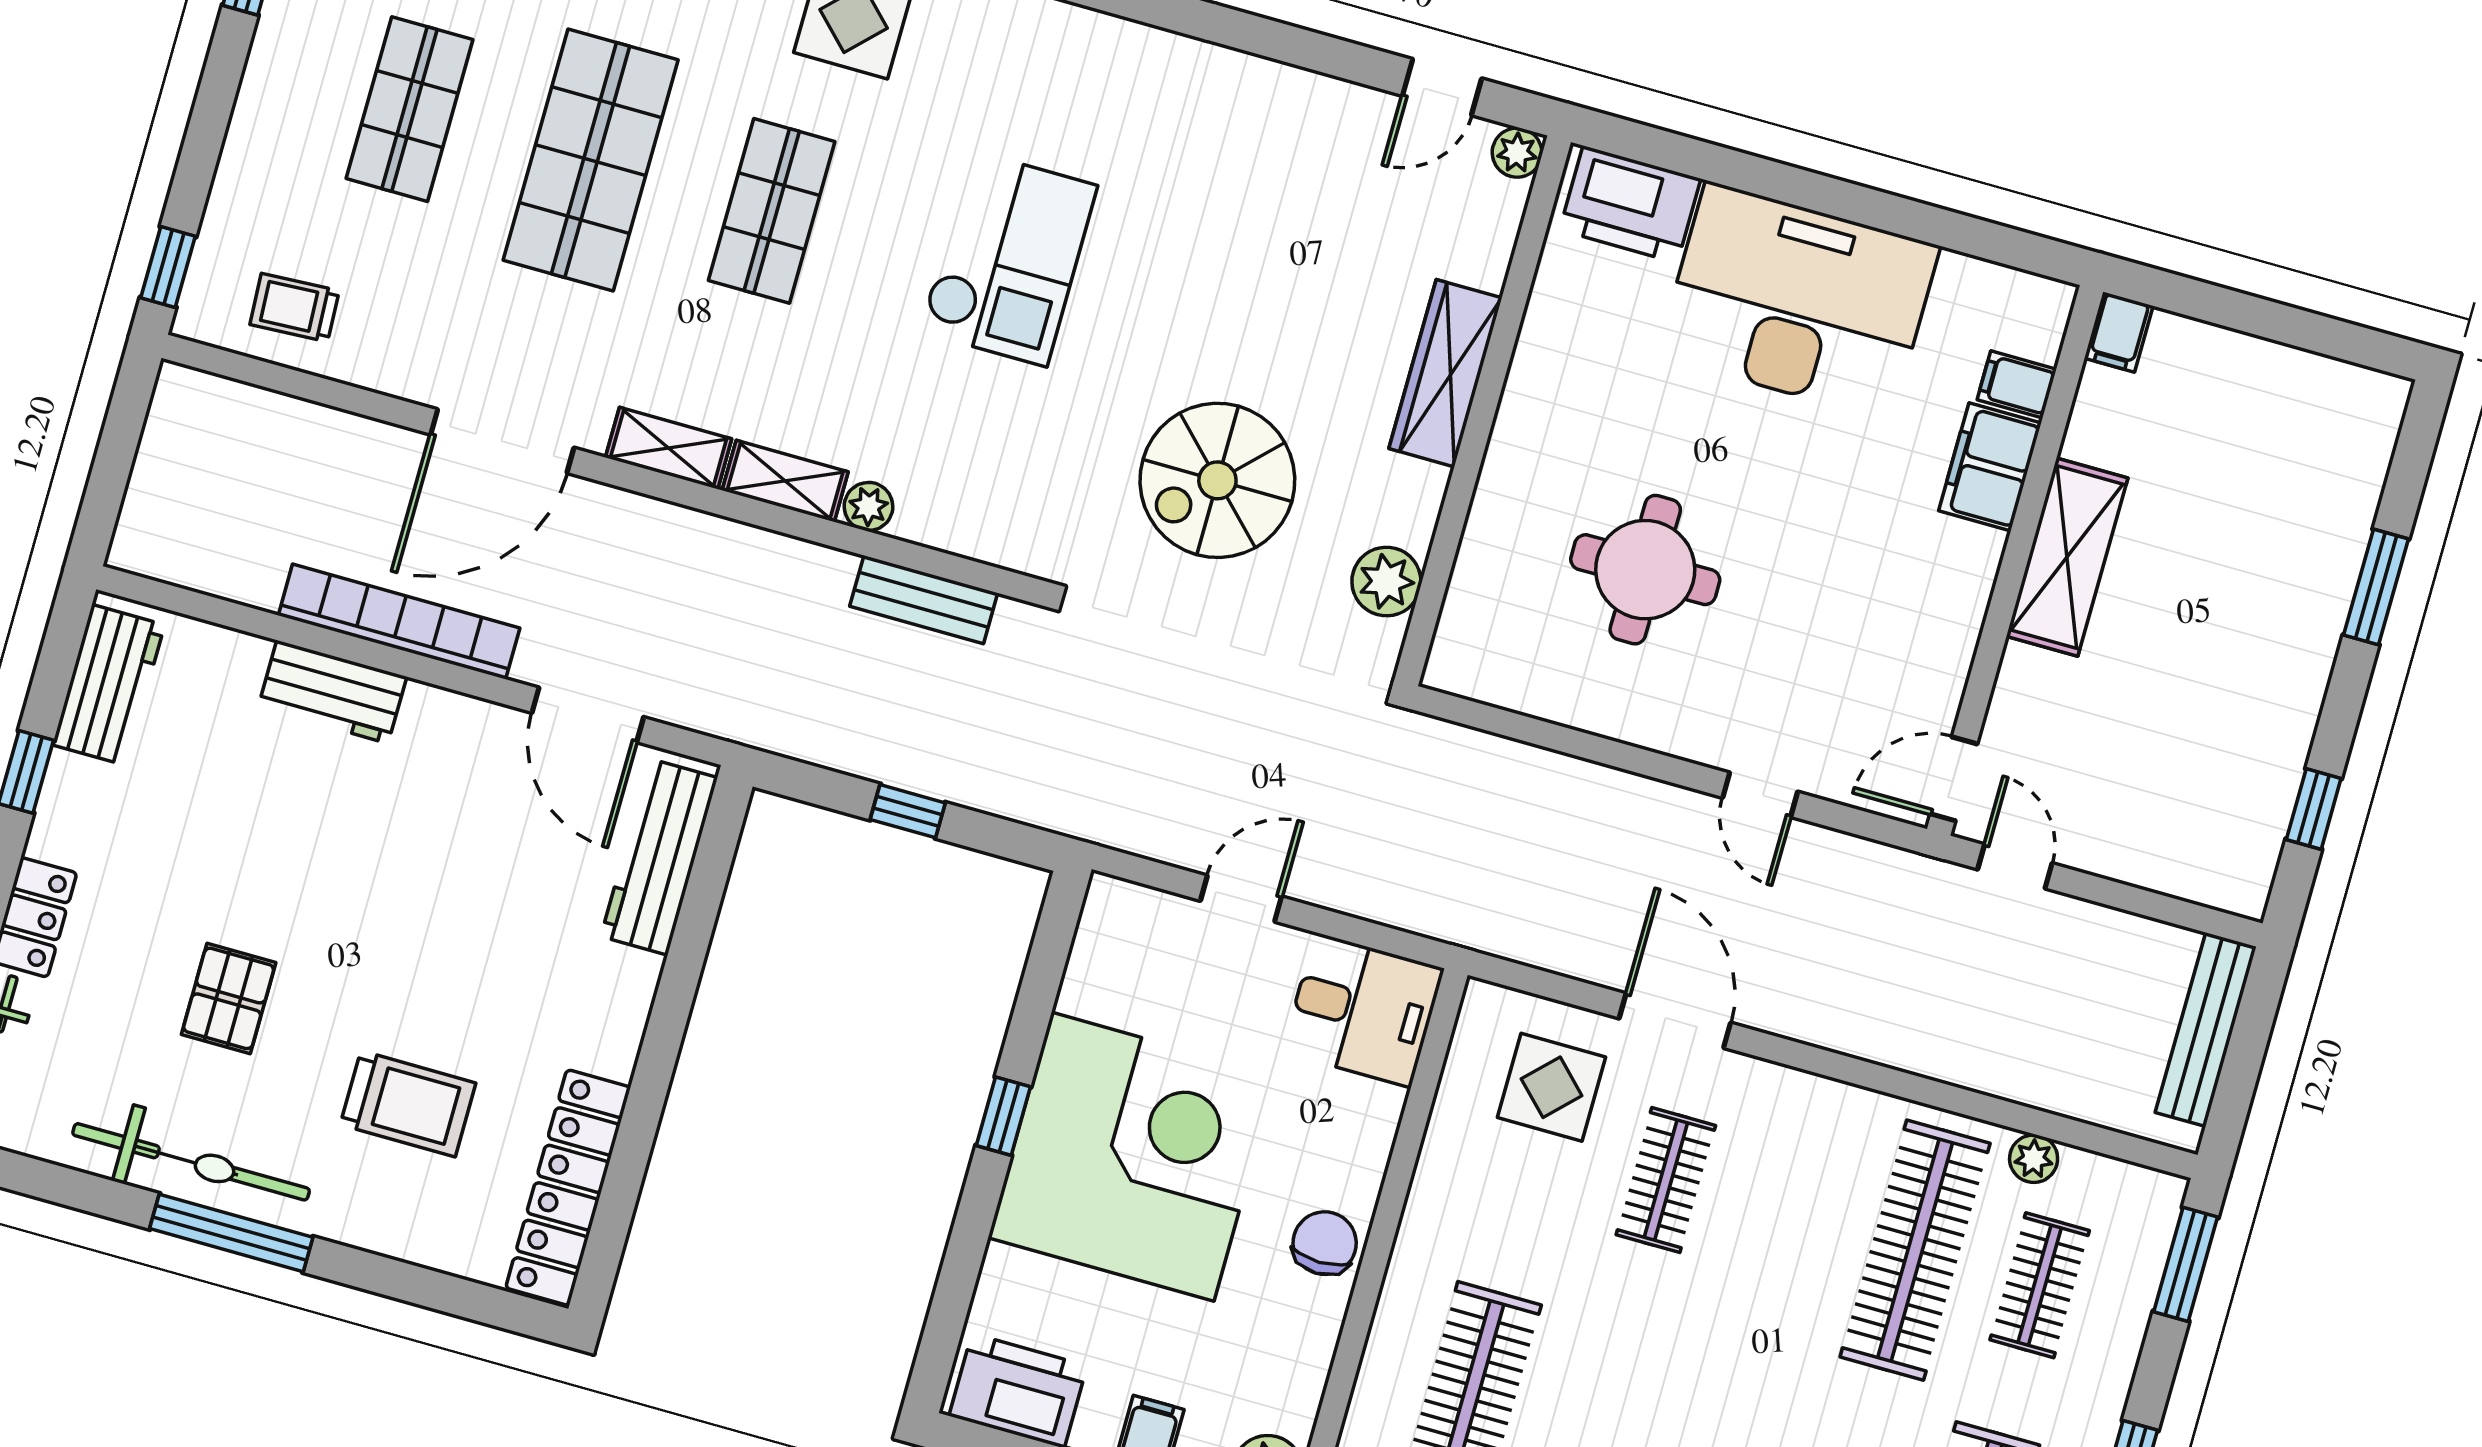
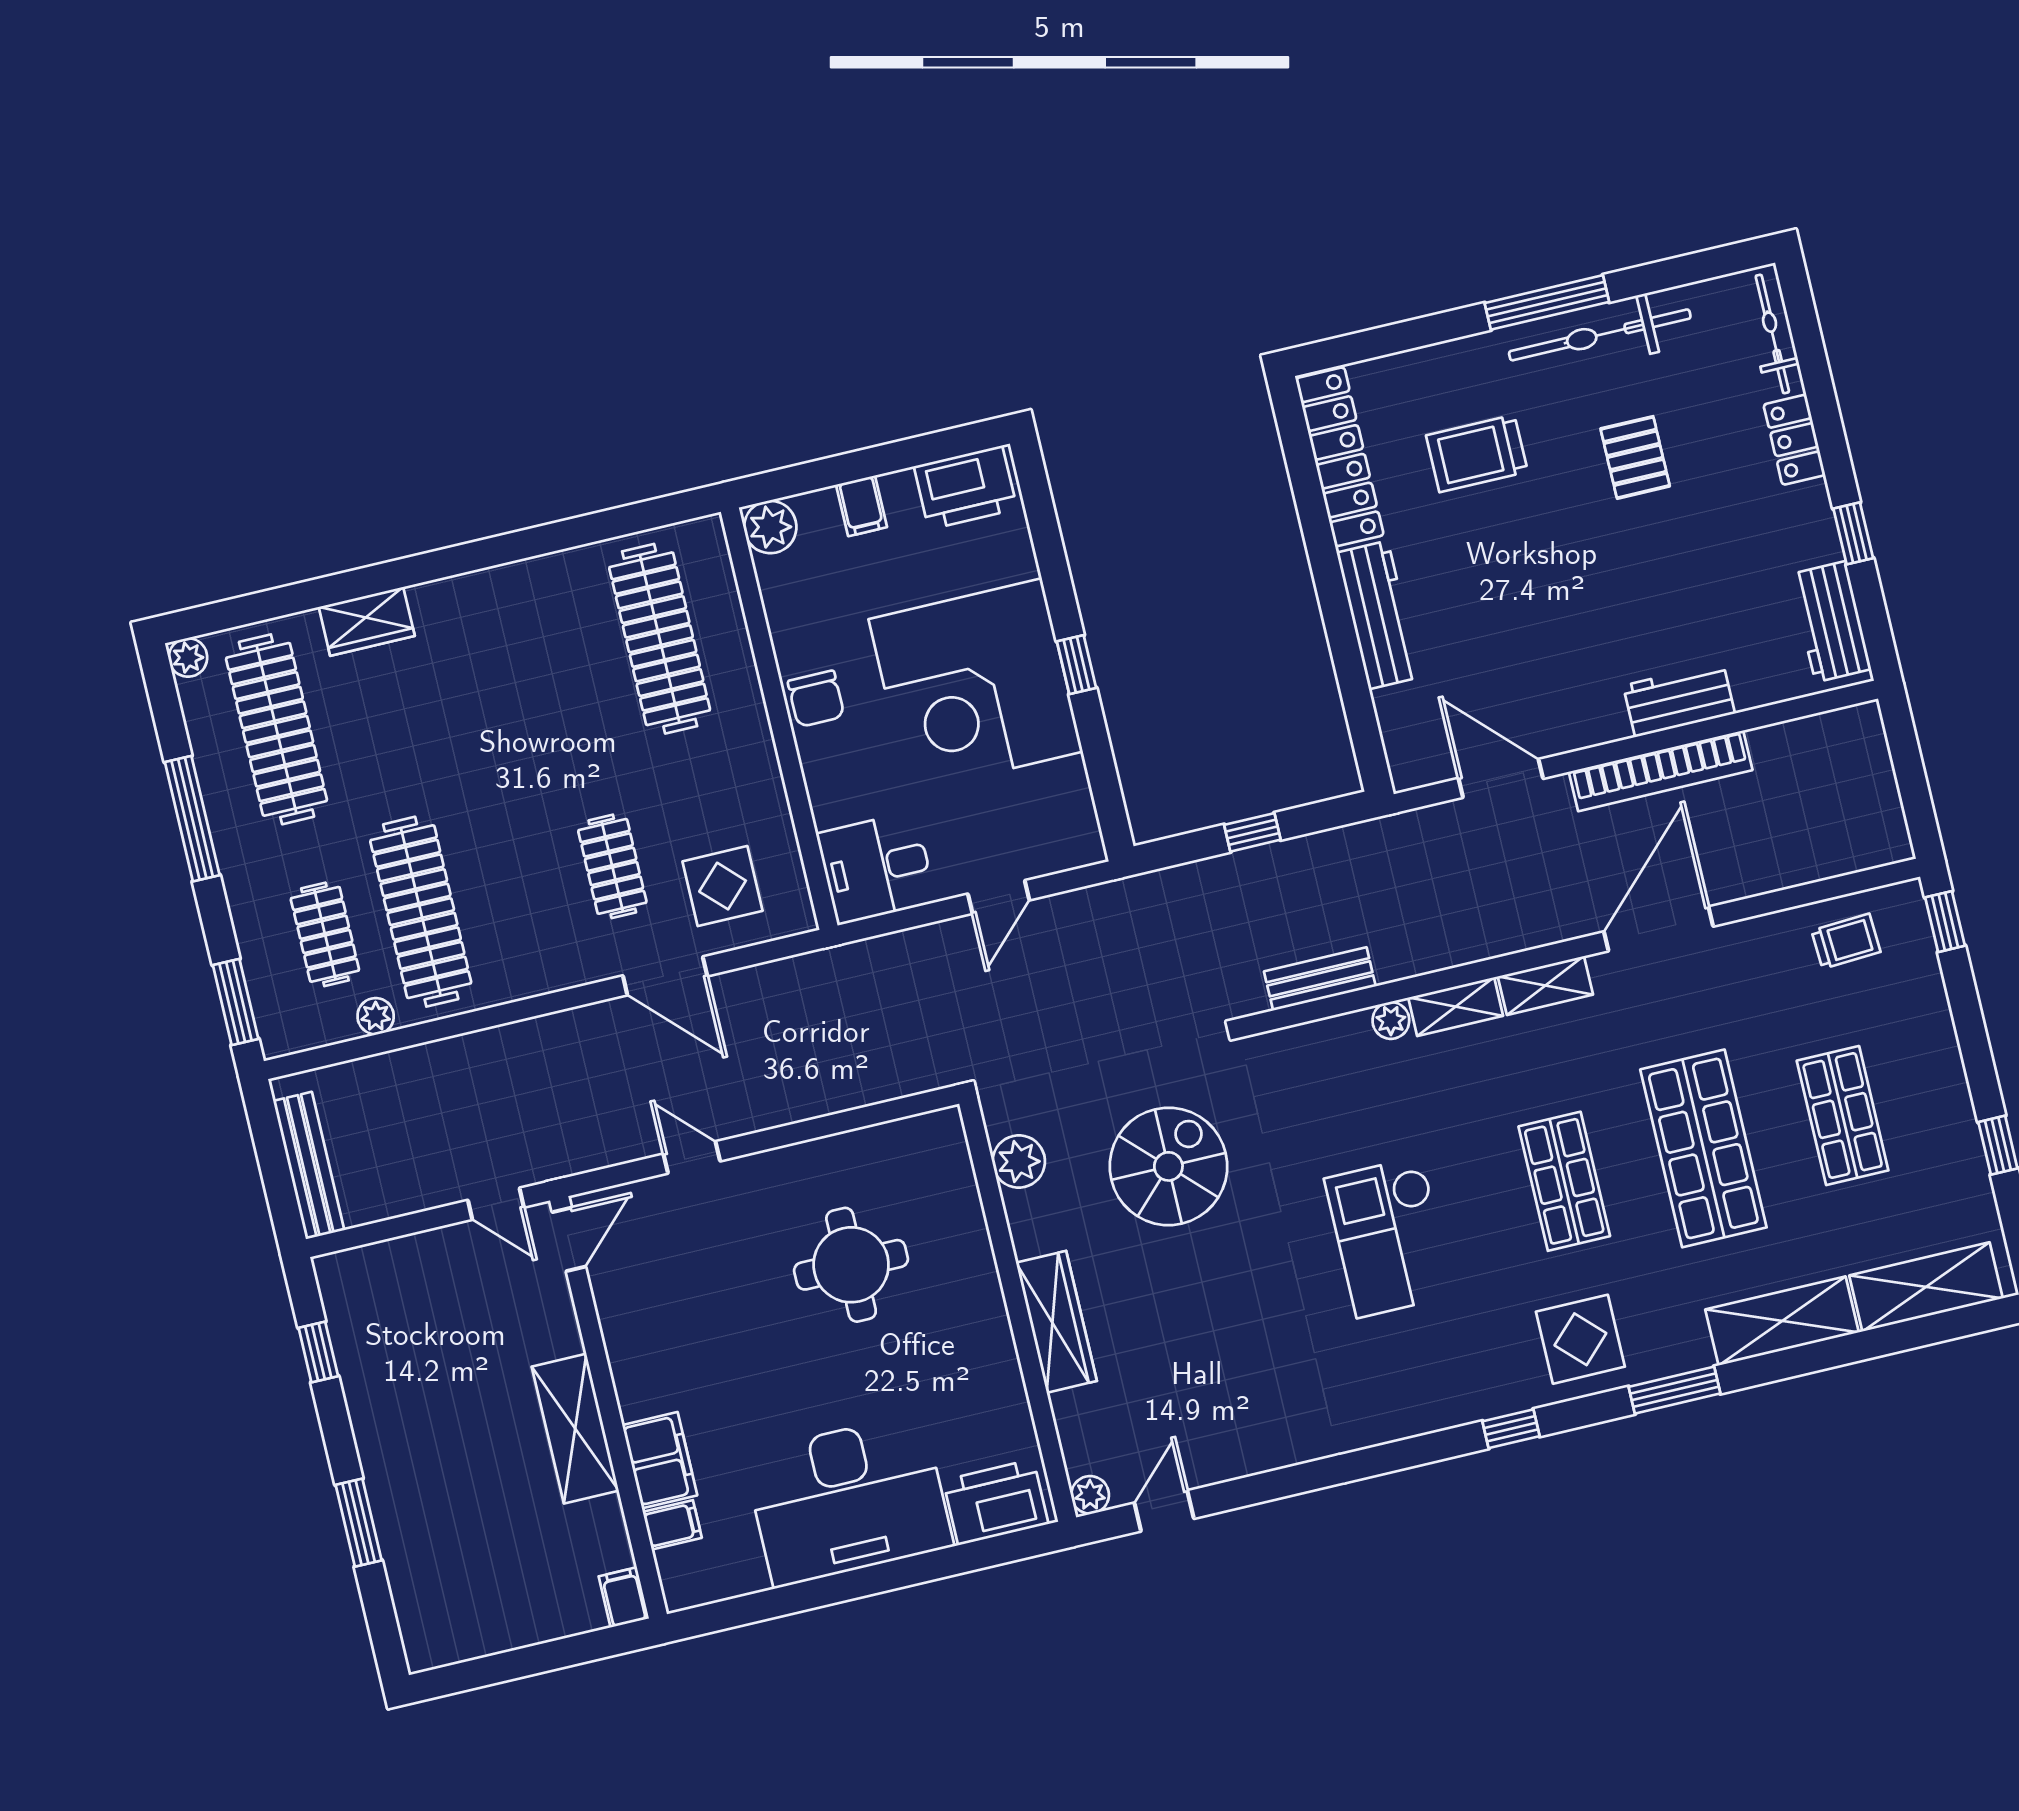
workbench: (659, 857) -> (1378, 615), moved

